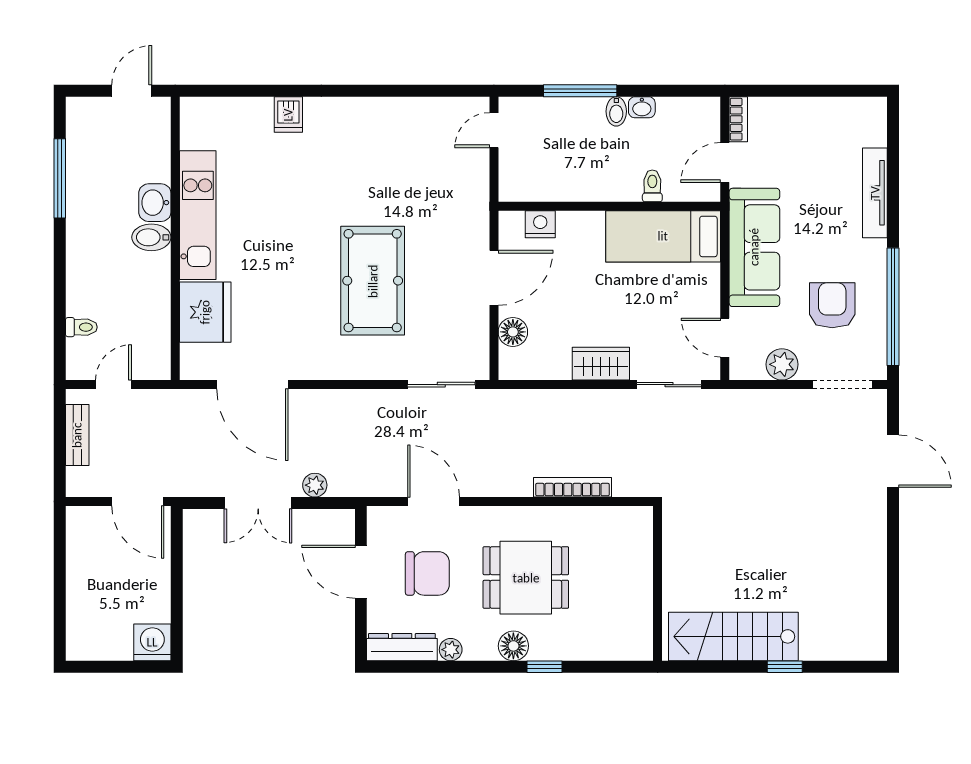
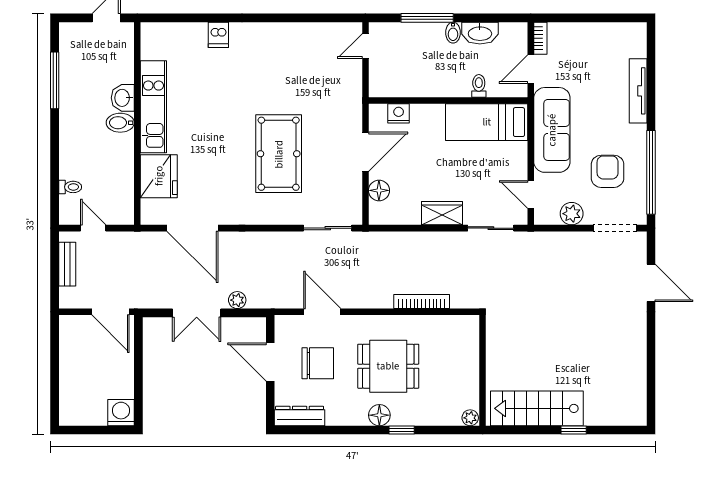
washbasin: (642, 107) -> (480, 33), width x1.91, depth x1.45
door: (114, 385) -> (93, 228), hinge flipped
plant: (451, 650) -> (470, 418), moved

